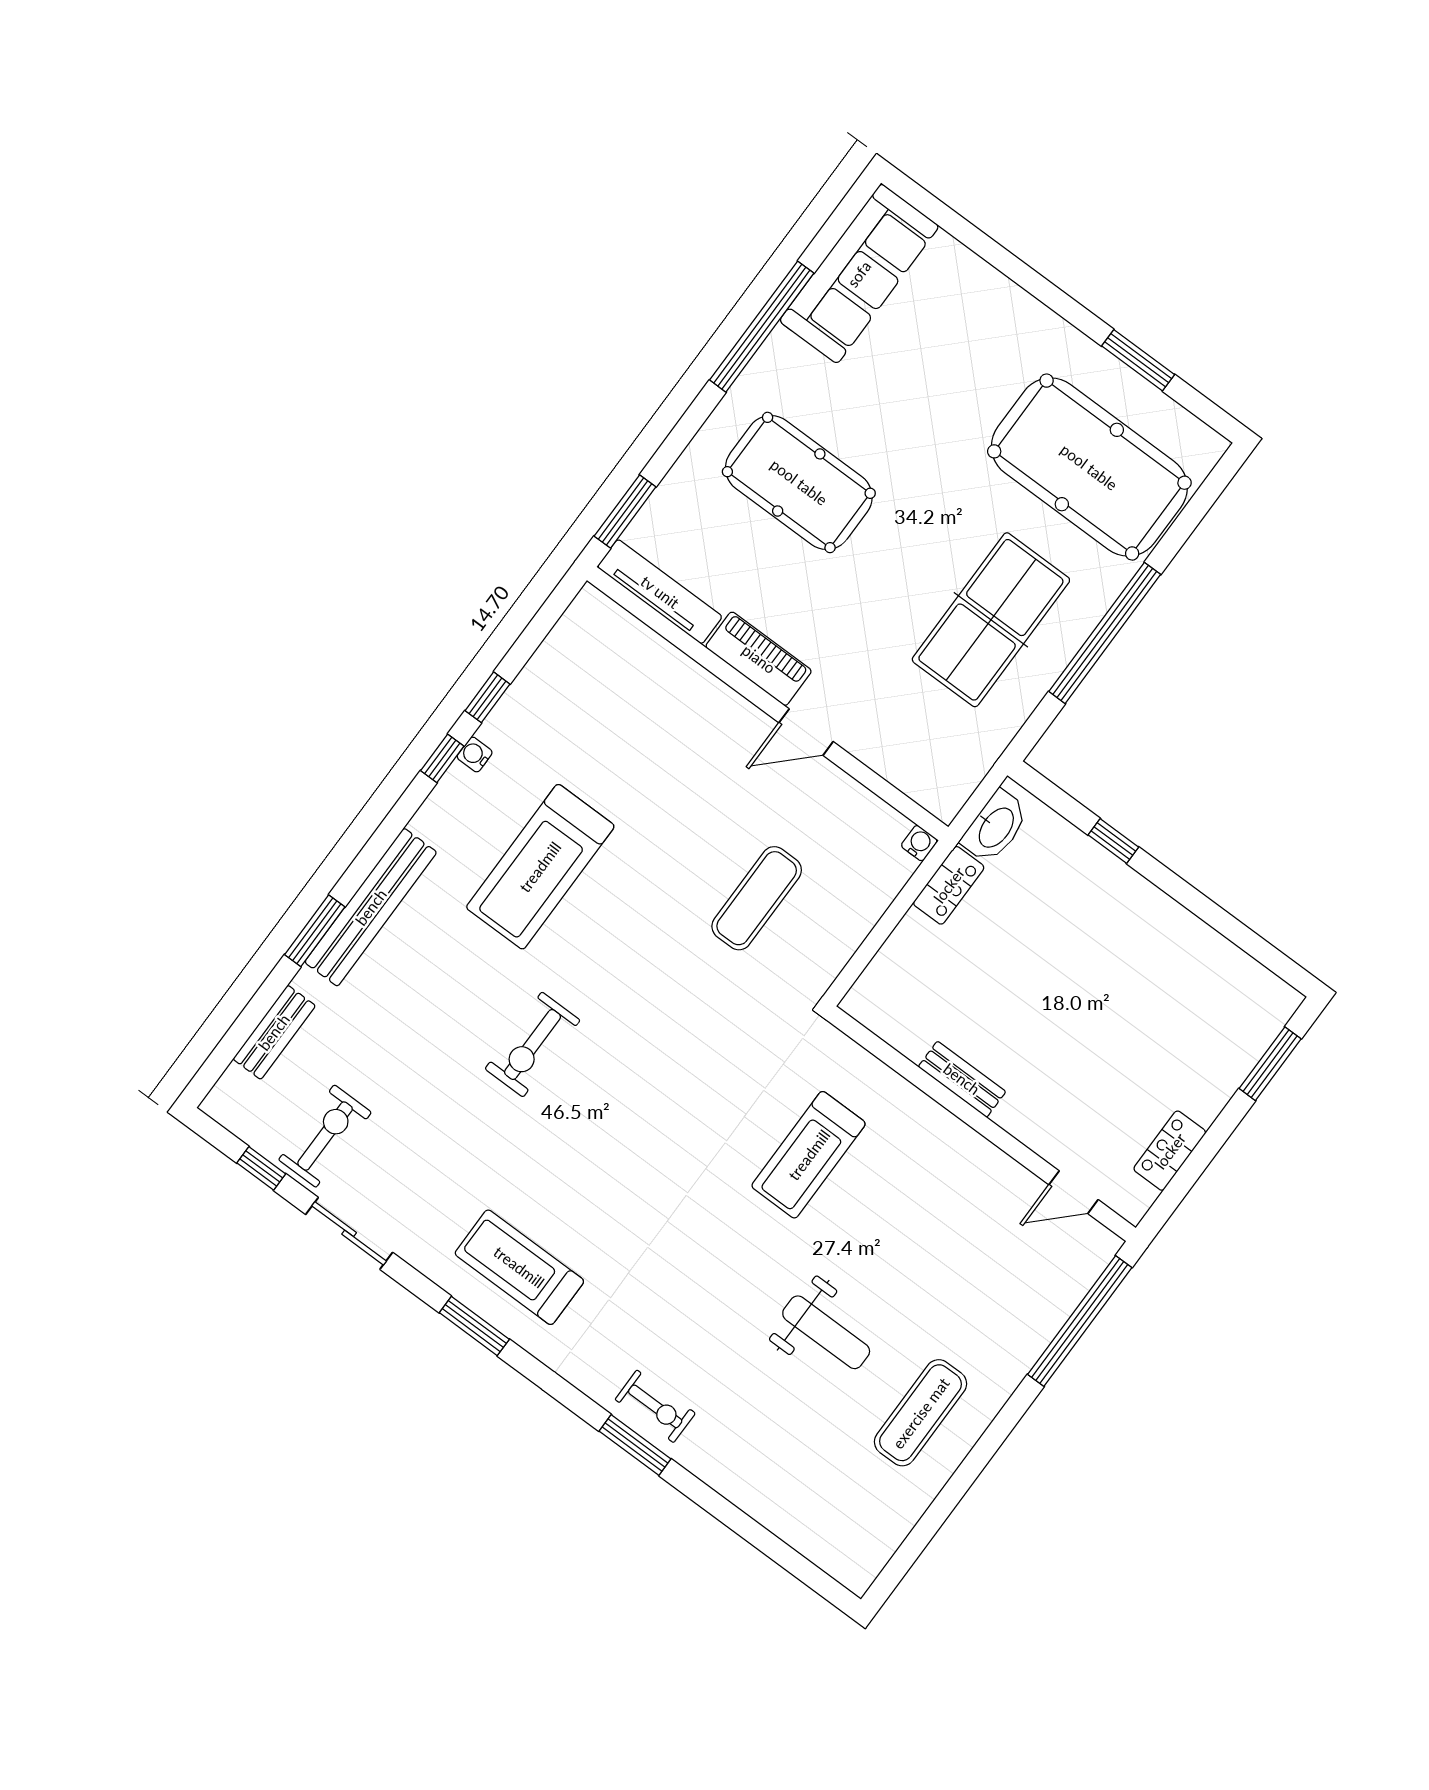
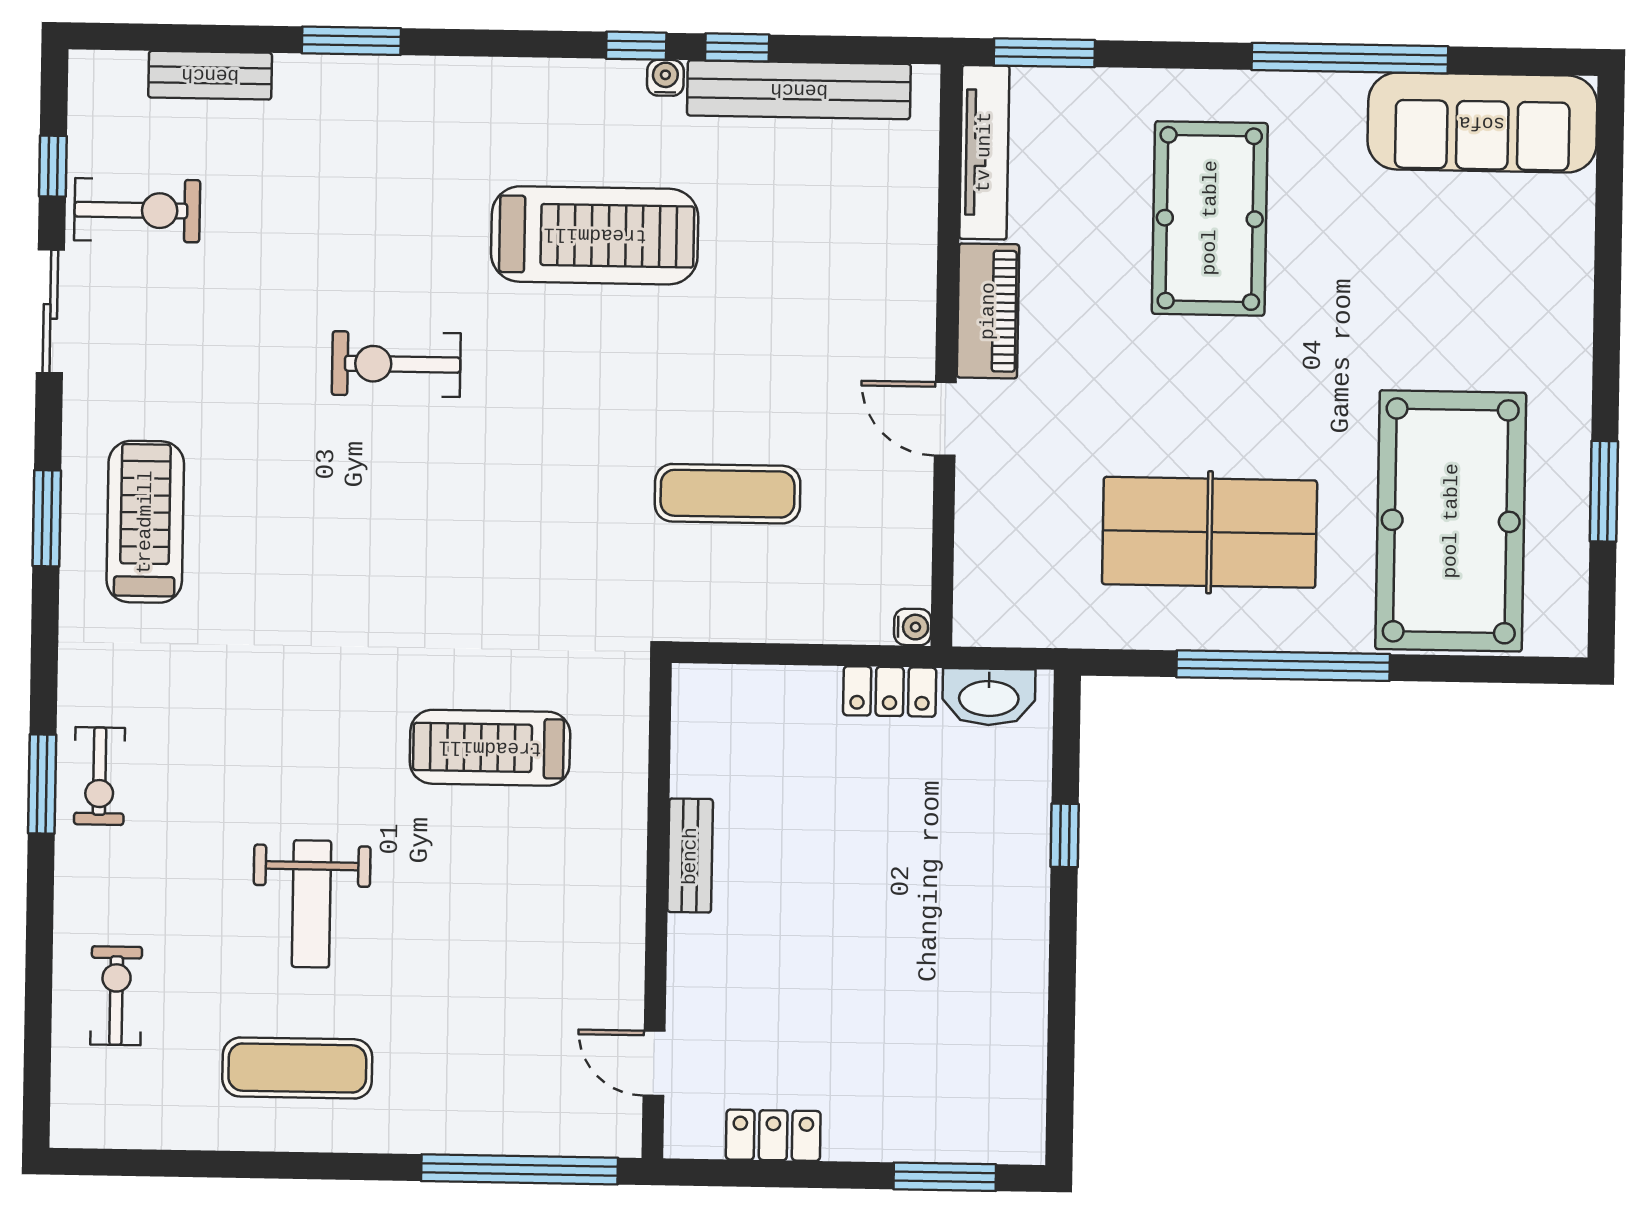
treadmill: (540, 867) -> (595, 235), turned 180
bench: (371, 907) -> (799, 90), moved
exercise bike: (797, 1492) -> (116, 996), added

